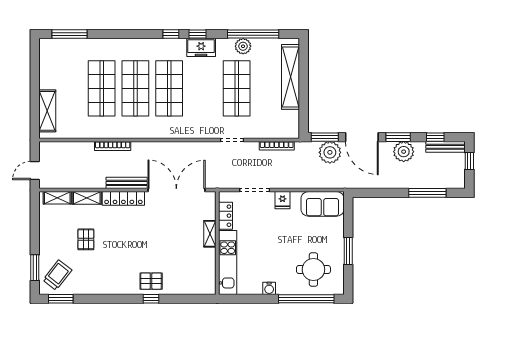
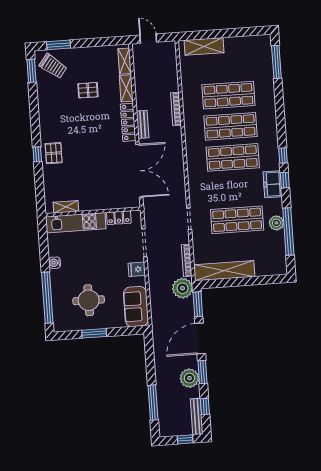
shelving: (291, 77) -> (224, 271), moved
plant: (330, 152) -> (182, 288), moved
bench: (127, 183) -> (143, 124), width x0.73
shelving: (210, 234) -> (66, 207), moved
round table: (313, 269) -> (89, 300), moved

